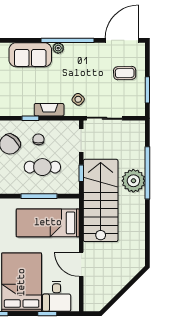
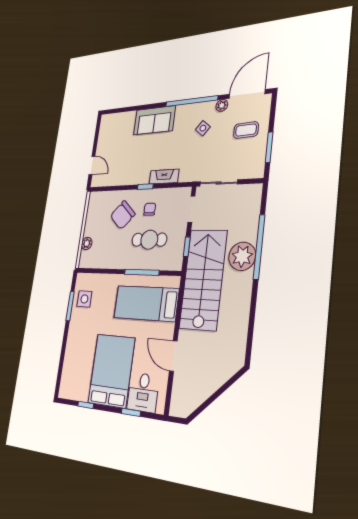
plant: (58, 48) -> (222, 105), moved
side table: (78, 99) -> (203, 128), moved

